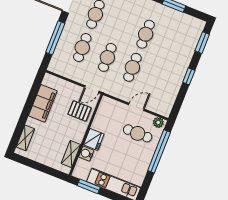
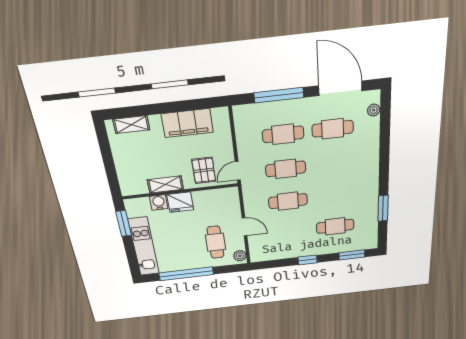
cafe table: (146, 34) -> (335, 226), moved
door: (92, 89) -> (238, 171), hinge flipped
window: (159, 151) -> (186, 274), moved
shelving: (71, 154) -> (165, 185), moved

